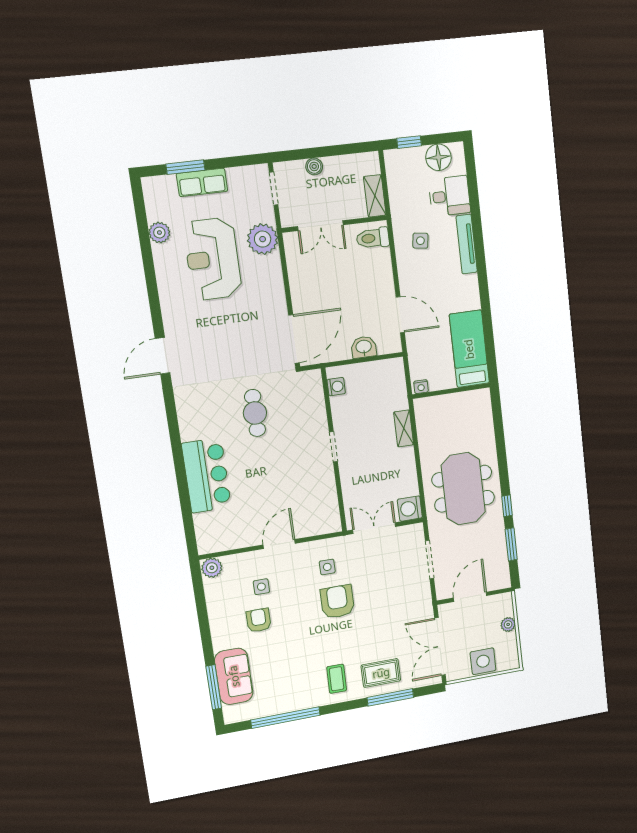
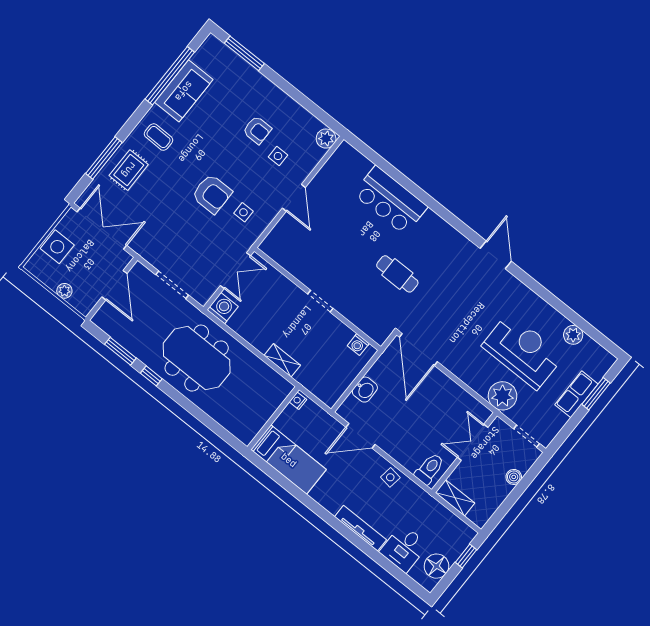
side table: (420, 241) -> (390, 477), moved
sofa: (234, 676) -> (184, 91), moved, turned -90

